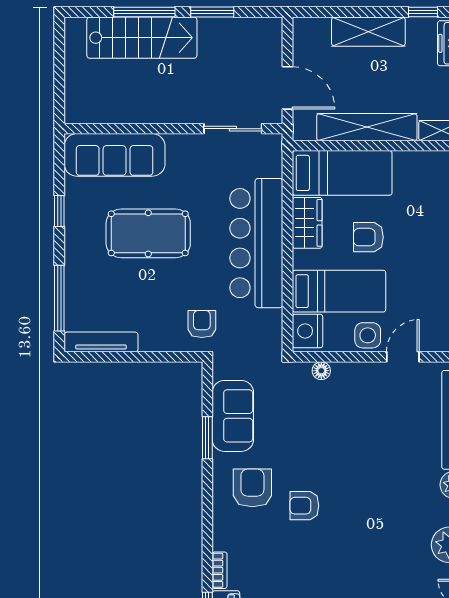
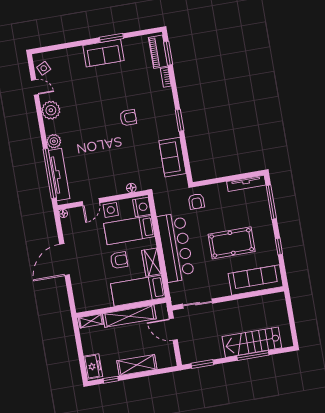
window: (212, 12) -> (202, 364), moved
window: (207, 438) -> (180, 120), moved
armchair: (252, 488) -> (156, 122), removed

